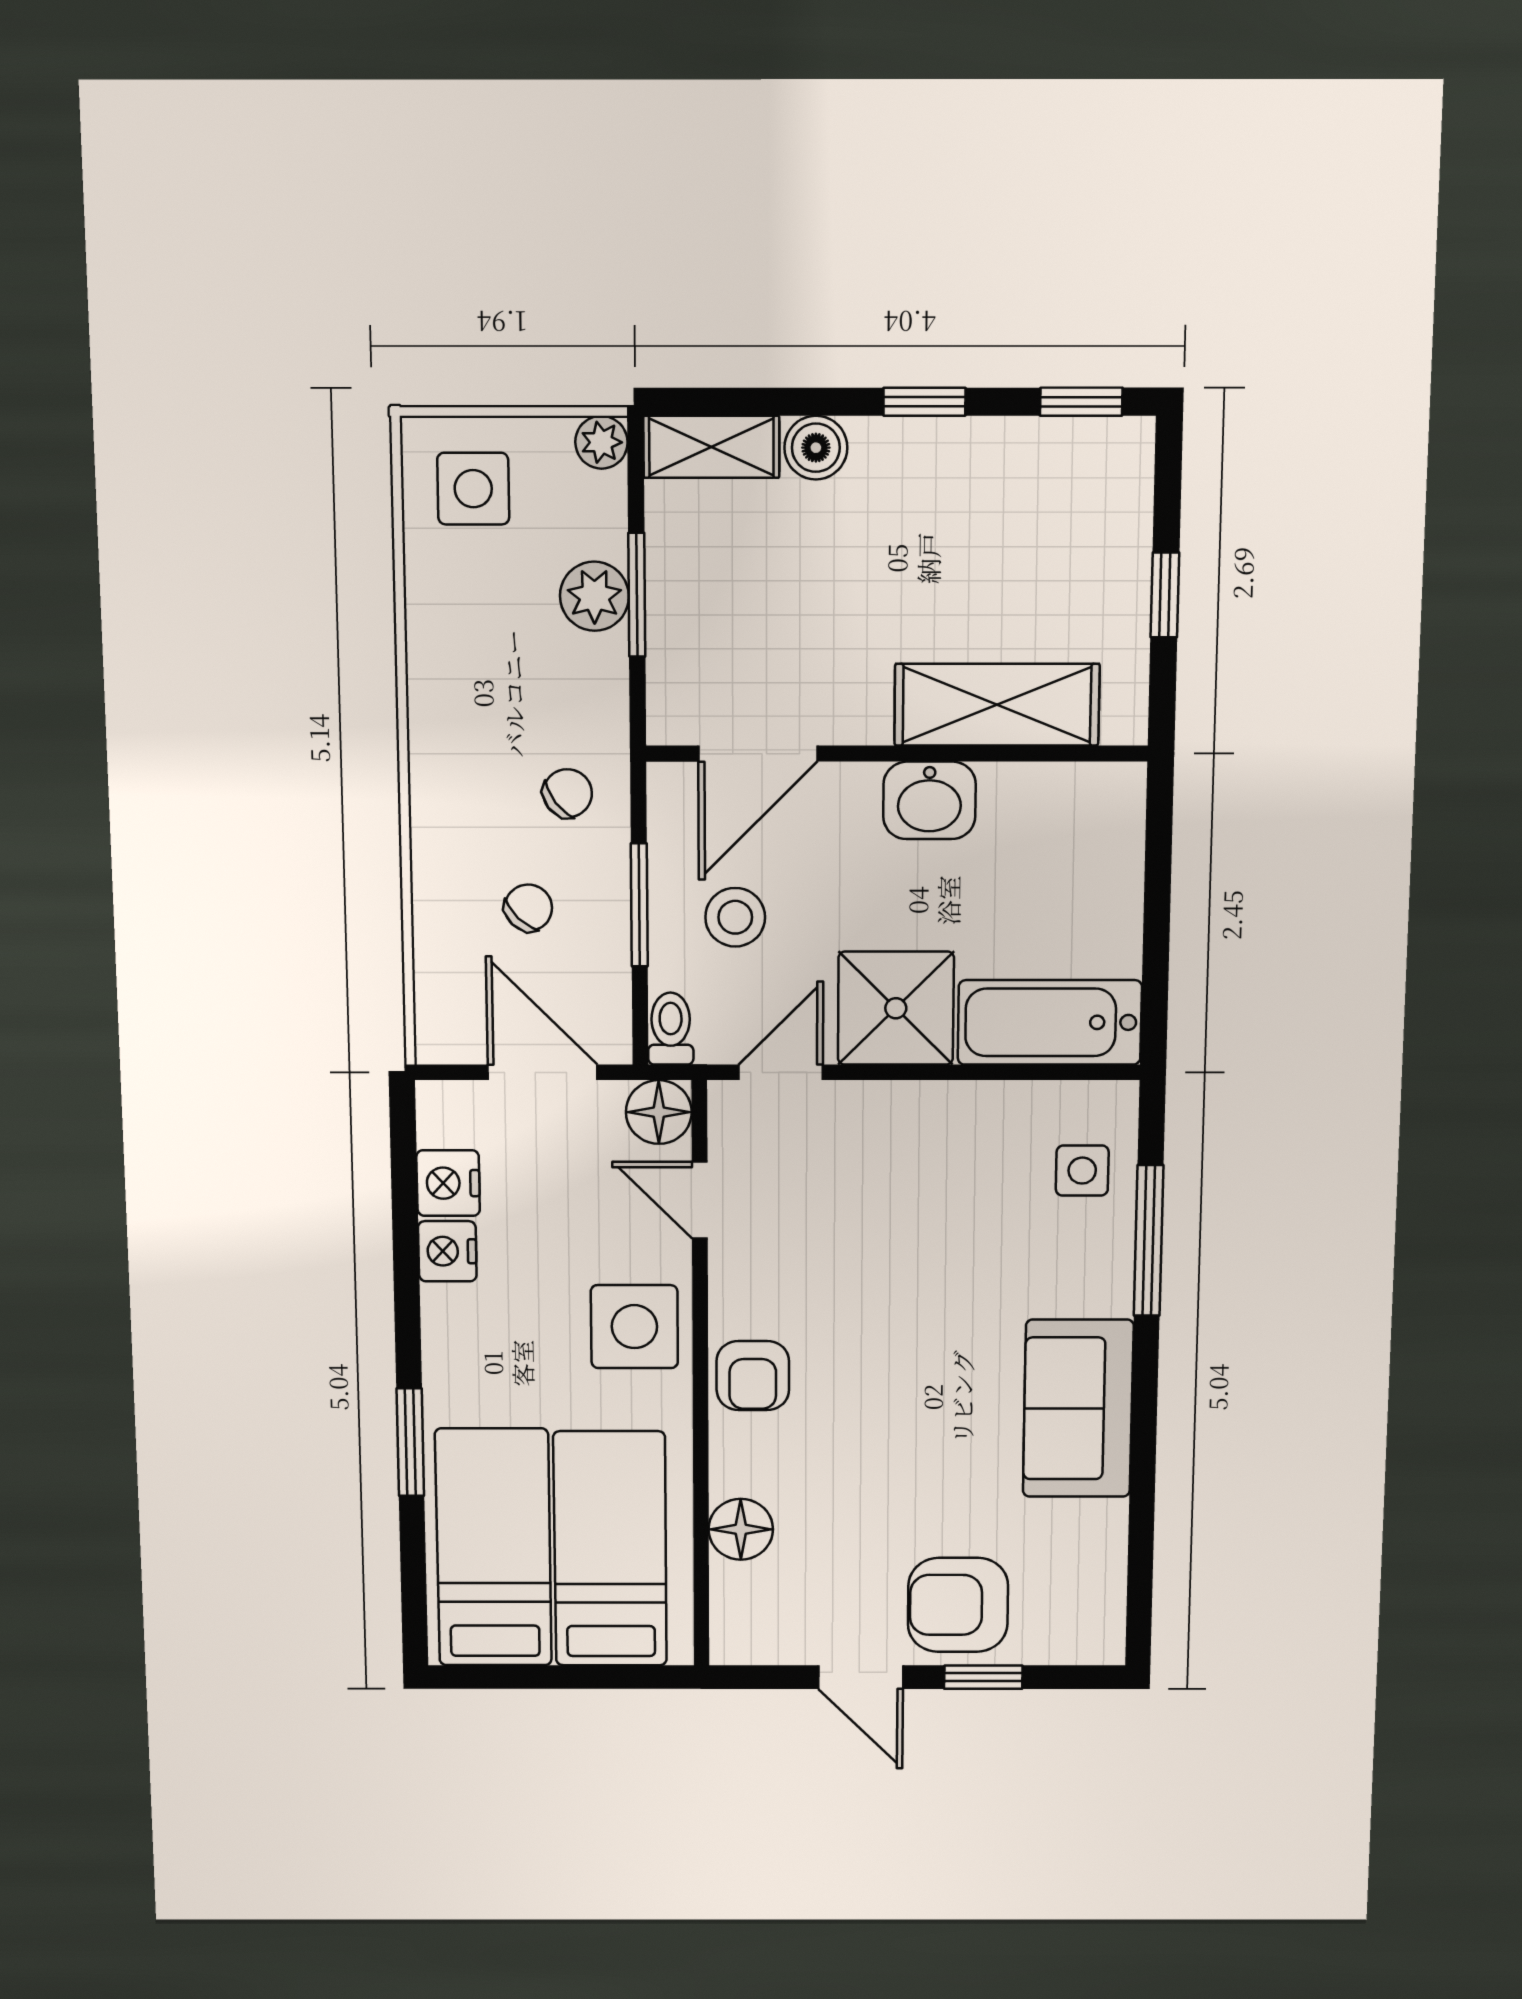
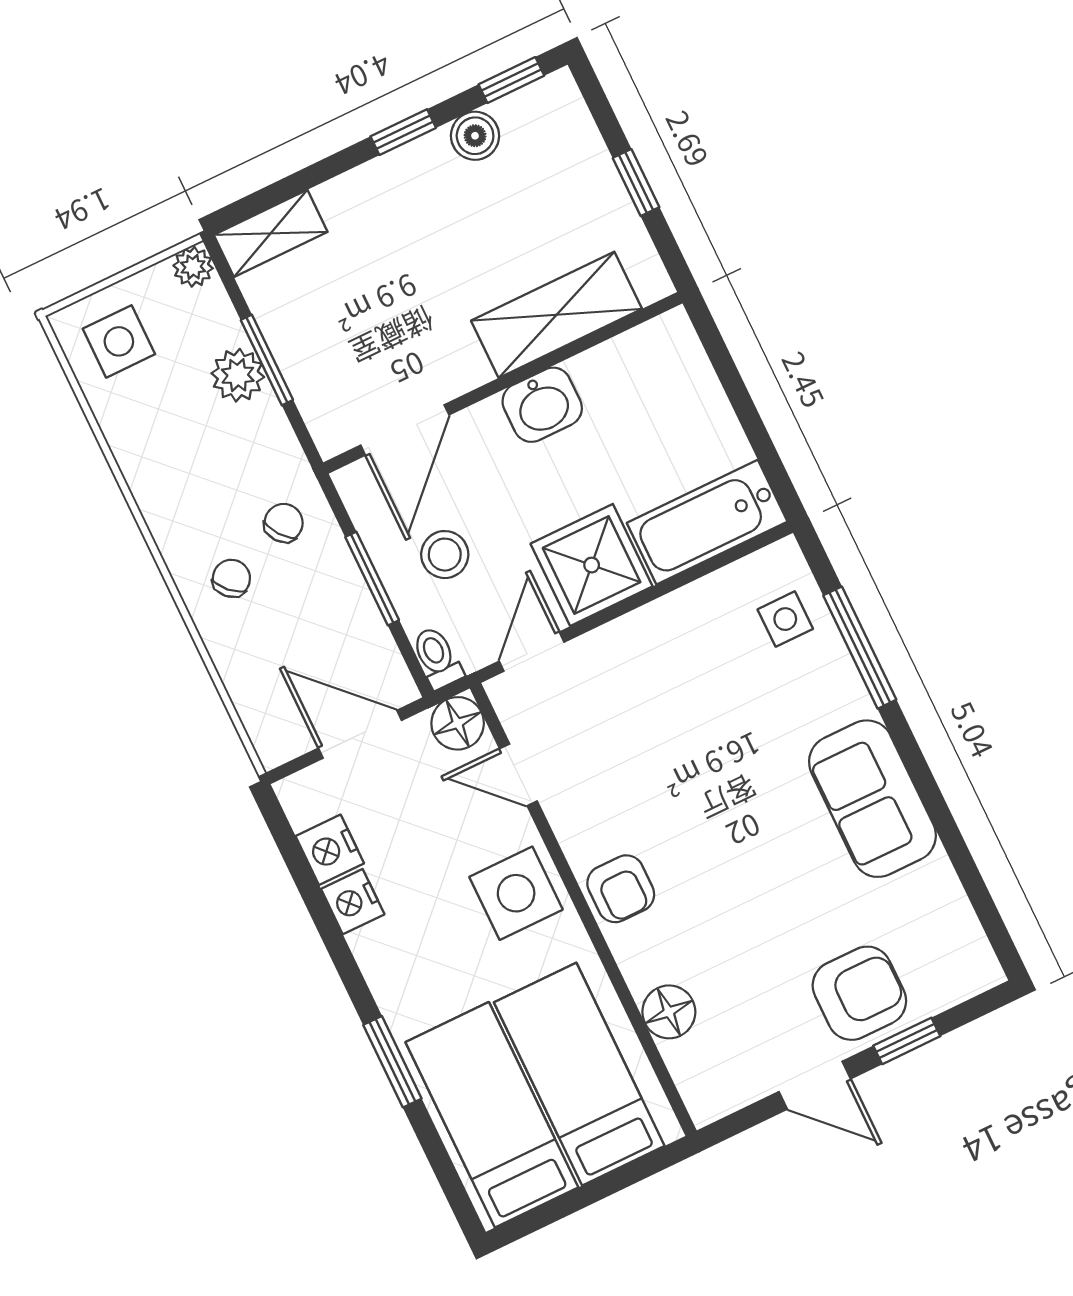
boiler: (816, 448) -> (475, 136), moved
chair: (528, 908) -> (231, 578), moved
armchair: (958, 1605) -> (859, 993), turned 180

